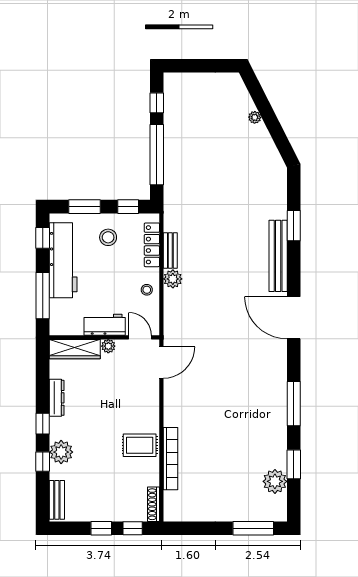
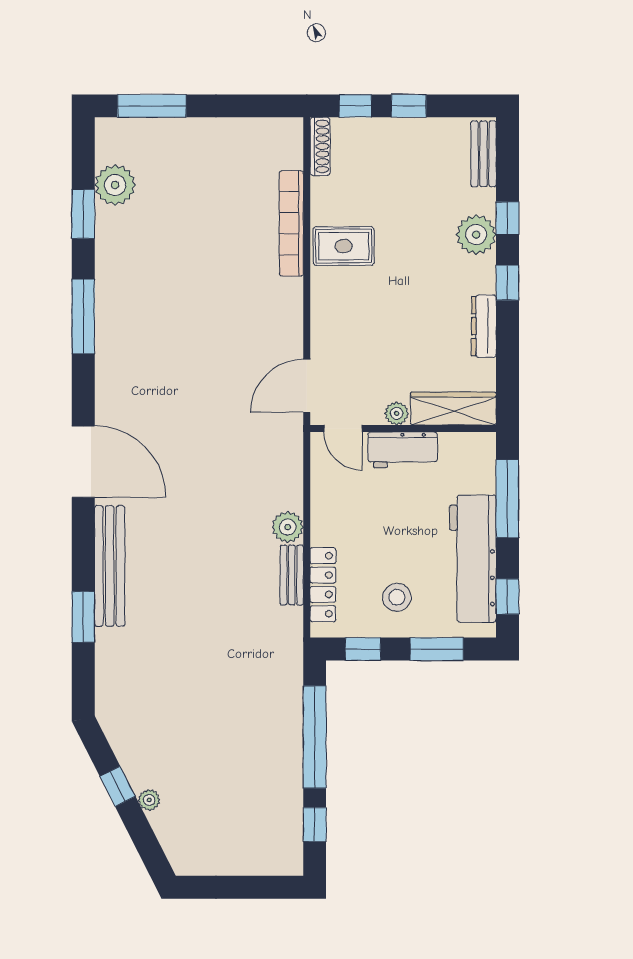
window: (273, 125) -> (118, 786), added
stool: (147, 290) -> (332, 509), removed

